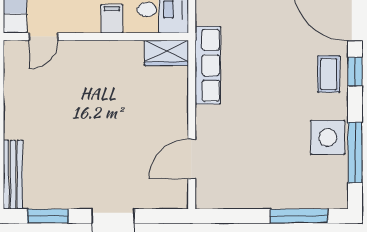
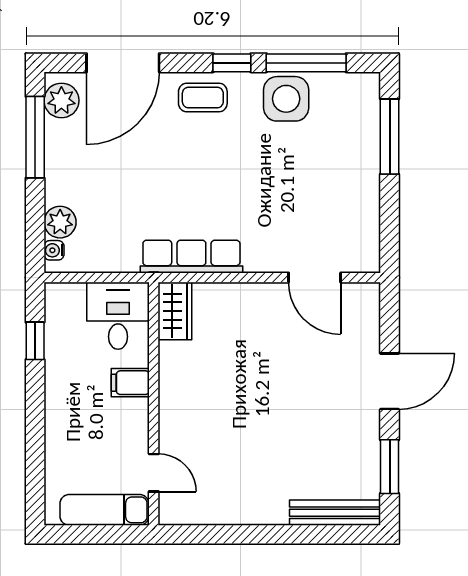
window: (355, 72) -> (232, 63), moved

